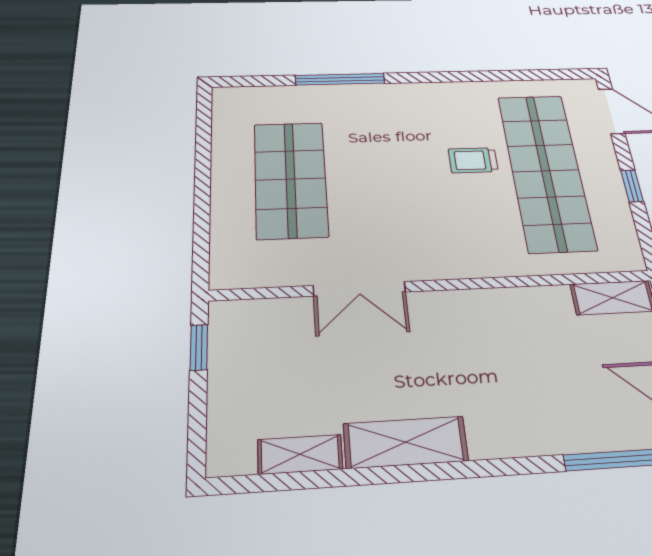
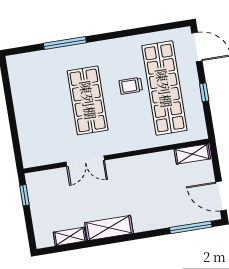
shop shelf: (290, 179) -> (88, 100), moved

